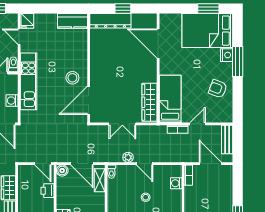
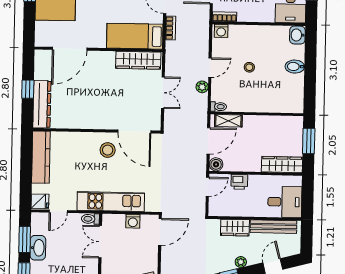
kitchen counter: (73, 21) -> (41, 157), width x1.50
washing machine: (176, 183) -> (221, 31), moved

